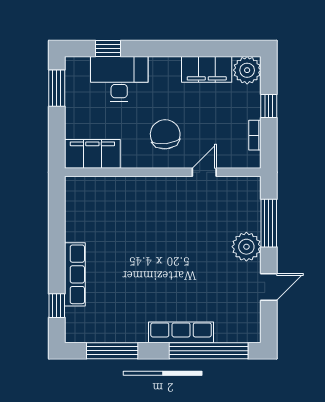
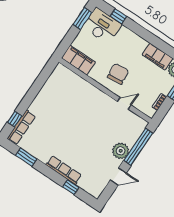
desk: (119, 79) -> (102, 26), moved
window: (269, 223) -> (138, 147), width x1.46
row of seats: (75, 274) -> (21, 127), moved
window: (112, 351) -> (26, 157), width x0.69
window: (209, 351) -> (71, 187), width x0.32

